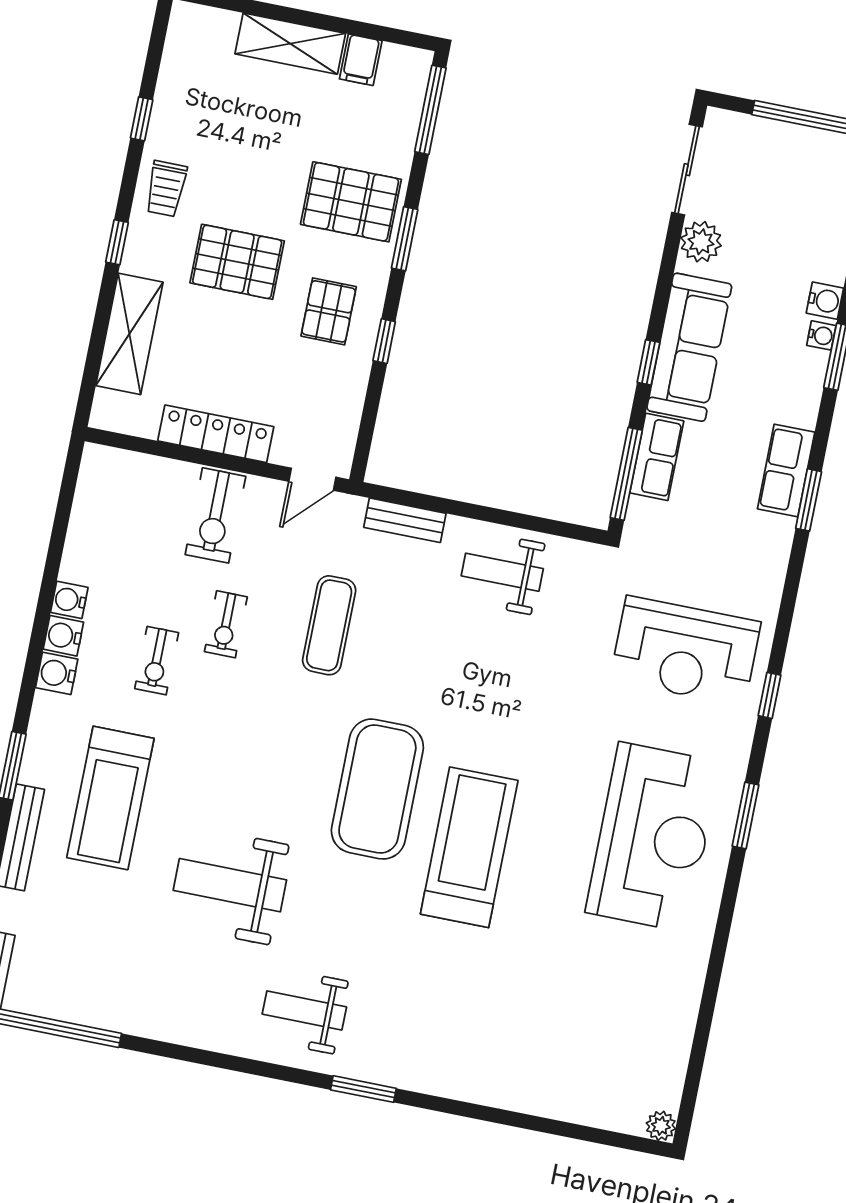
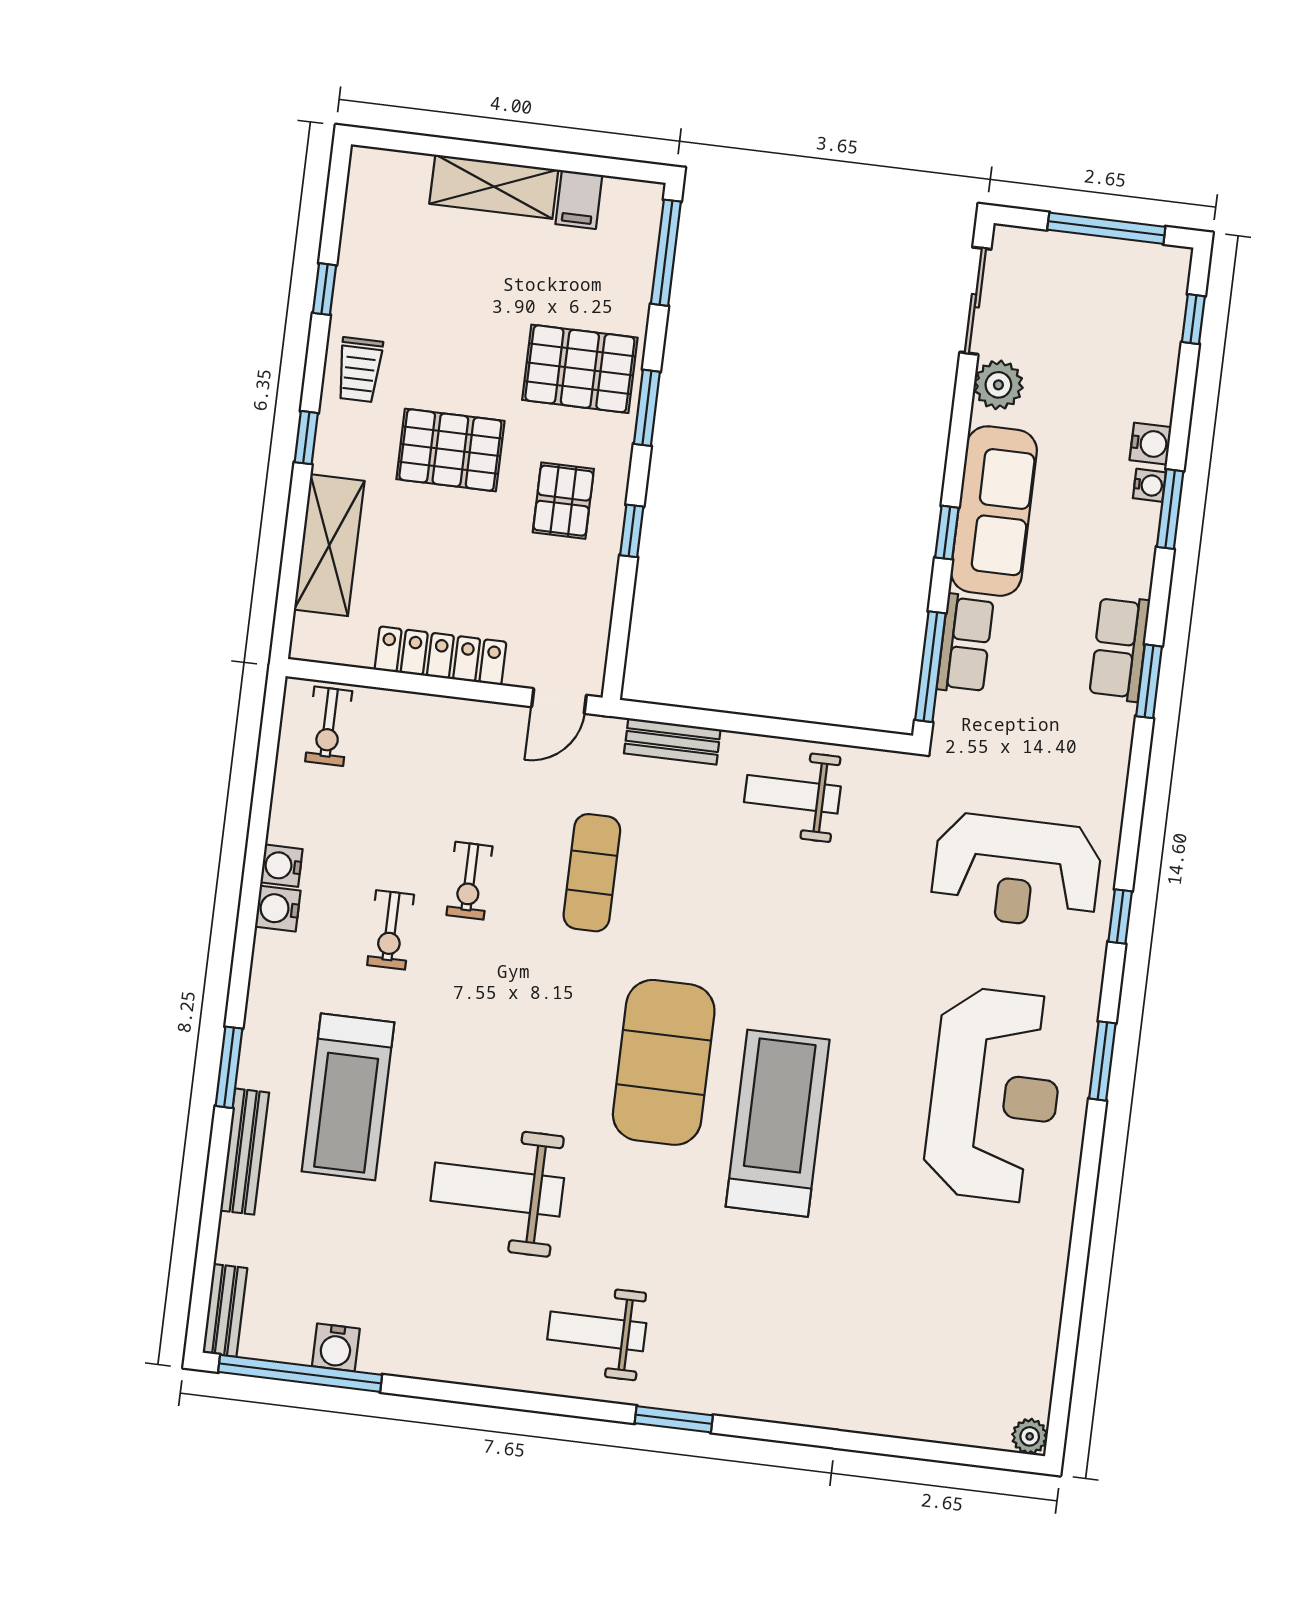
exercise bike: (215, 515) -> (329, 726), moved, width x0.73, depth x0.72
water cooler: (57, 673) -> (336, 1347), moved, turned -90

